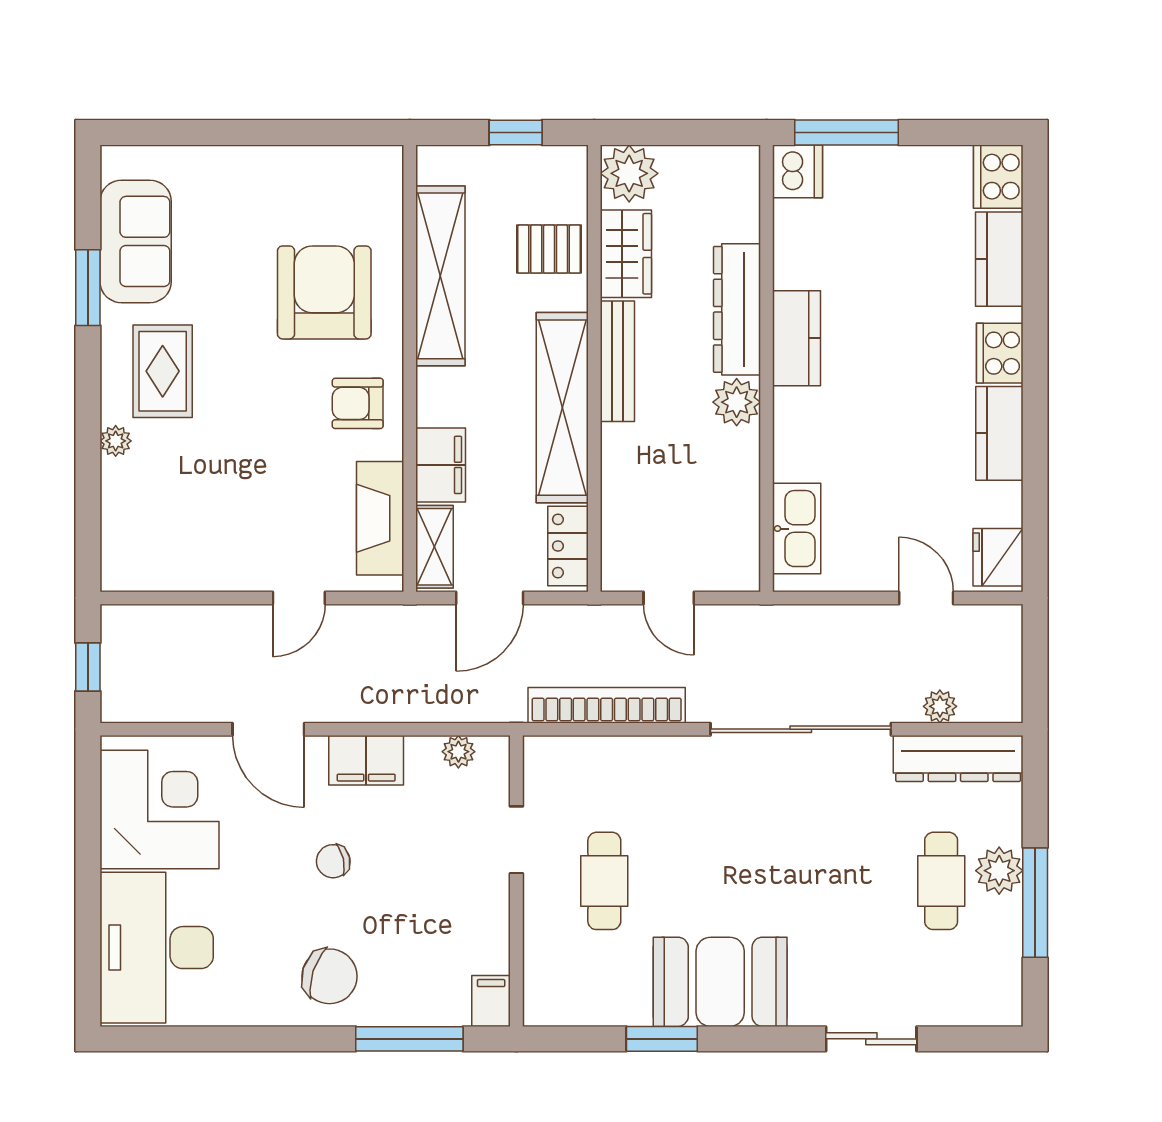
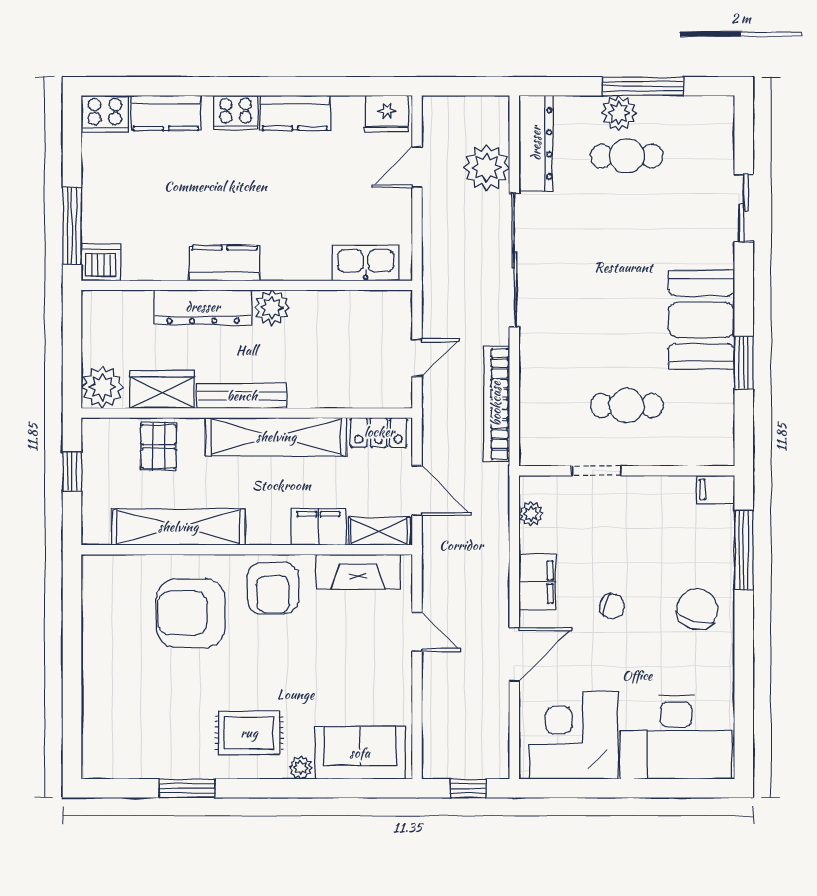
sofa: (136, 241) -> (360, 753), moved
armchair: (358, 403) -> (273, 588), width x1.38, depth x1.38
plant: (940, 706) -> (487, 168), width x1.87, depth x1.87
chair: (333, 861) -> (612, 606), turned -60

